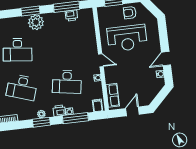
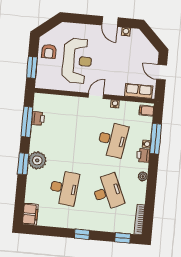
desk: (22, 87) -> (108, 192), turned -42
window: (41, 122) -> (152, 178), removed

